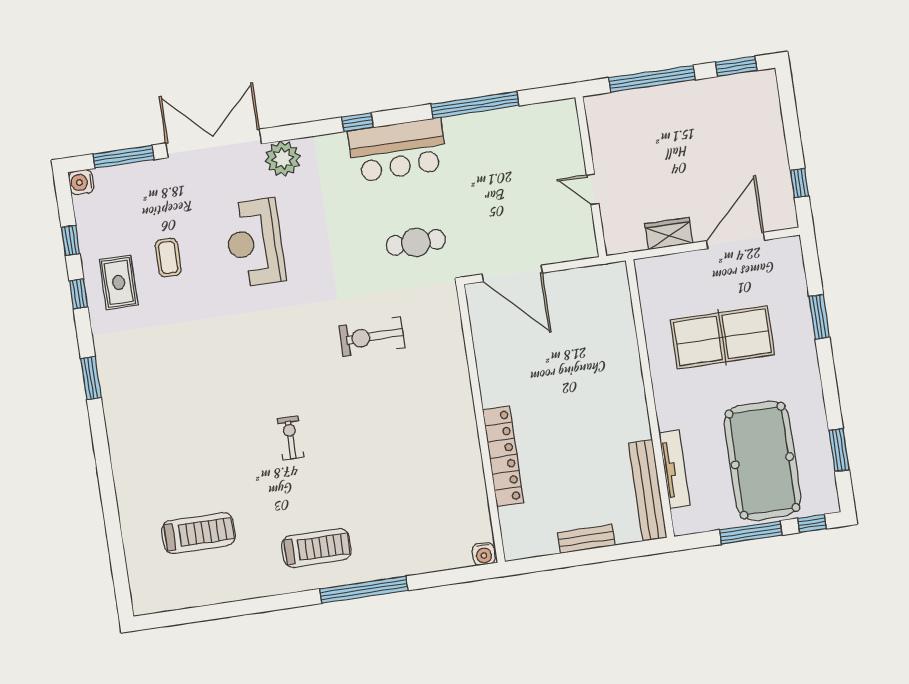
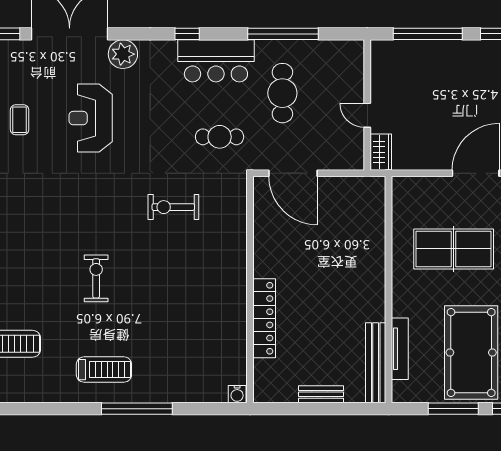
cafe table: (485, 178) -> (282, 93), added
wardrobe: (669, 234) -> (381, 152), moved, turned 90
exercise bike: (290, 438) -> (96, 278), width x1.38, depth x1.39

